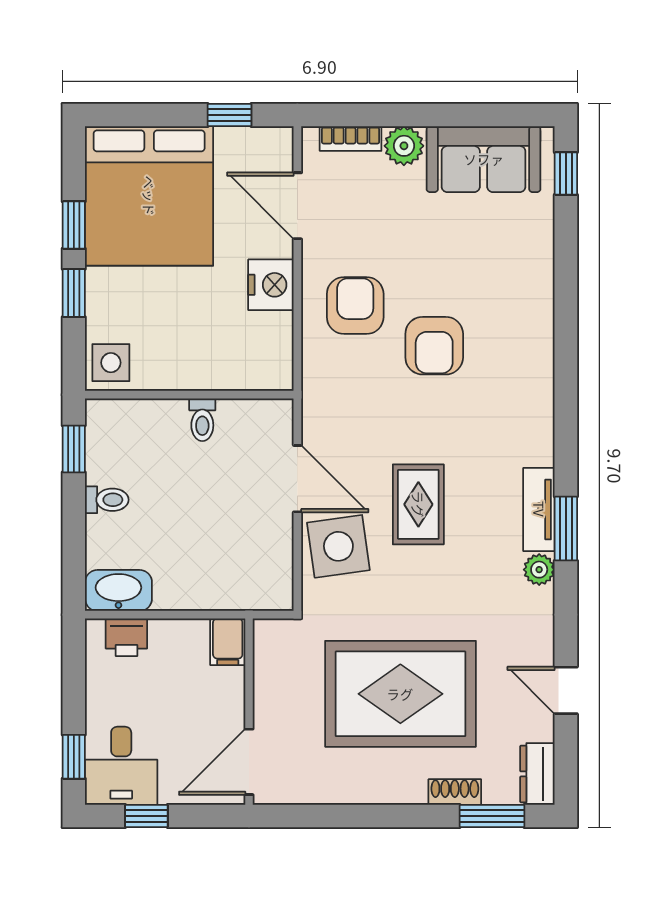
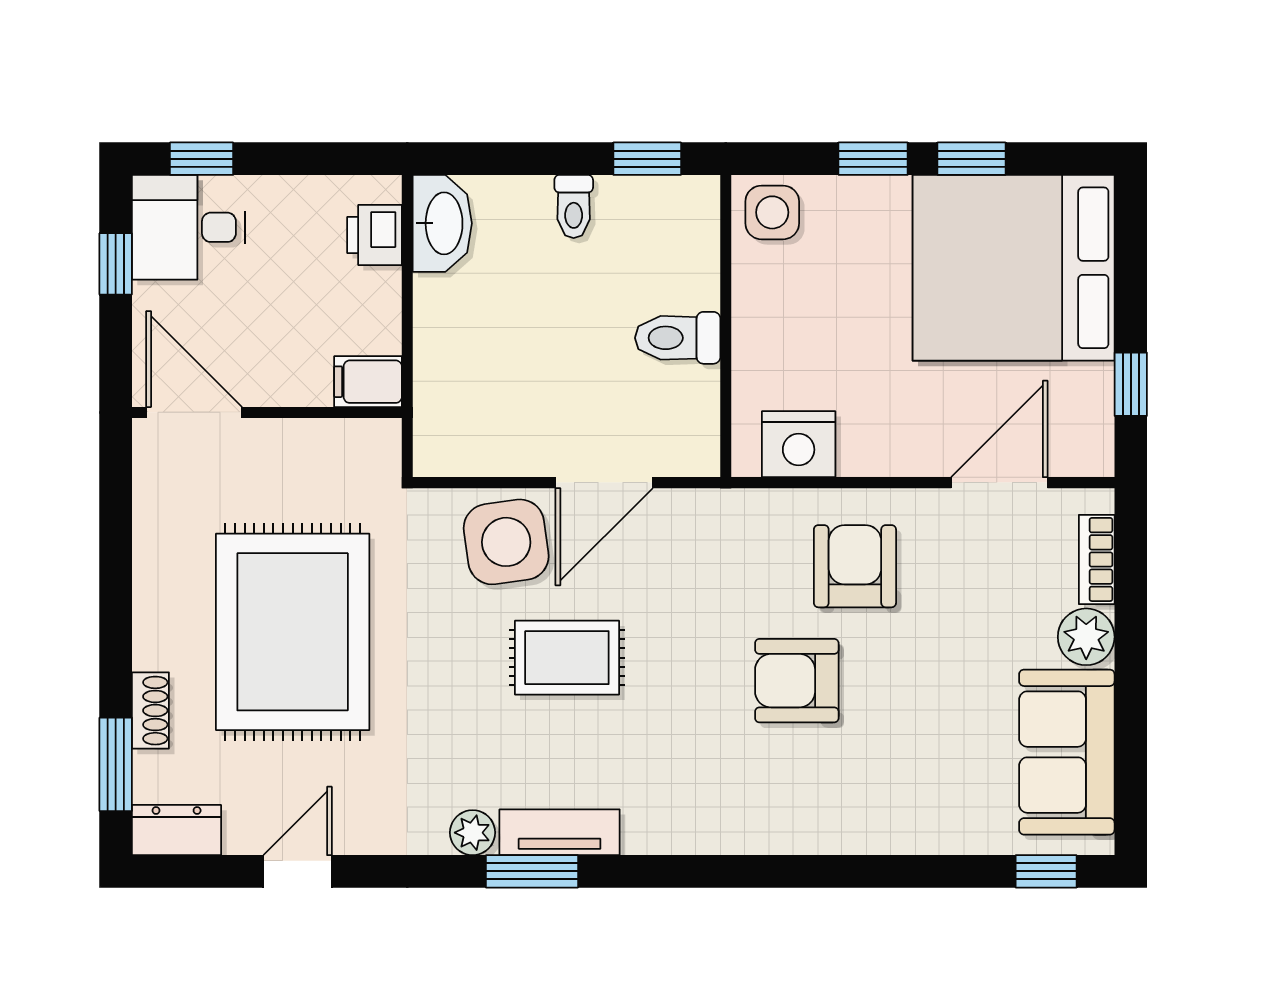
nightstand: (271, 285) -> (799, 444), moved
armchair: (355, 305) -> (855, 566), turned -90
toilet: (202, 420) -> (678, 338), width x1.37, depth x1.39

